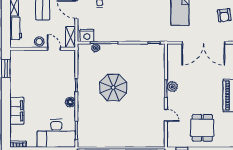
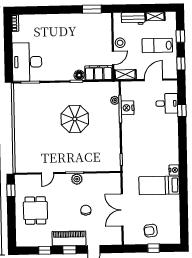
nightstand: (87, 36) -> (127, 108), moved
double door: (203, 43) -> (122, 210), width x0.73
chair: (203, 78) -> (86, 210), added
floor lamp: (70, 102) -> (79, 75), moved
filing cabinet: (17, 111) -> (99, 73), moved, turned 180
dining table: (202, 128) -> (35, 211), turned 90

